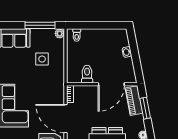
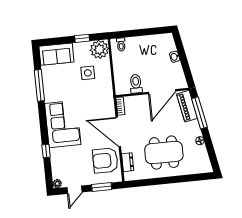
window: (40, 25) -> (82, 38), width x0.46
plant: (60, 33) -> (99, 49), width x1.87, depth x1.87
window: (145, 108) -> (199, 113), width x1.44

